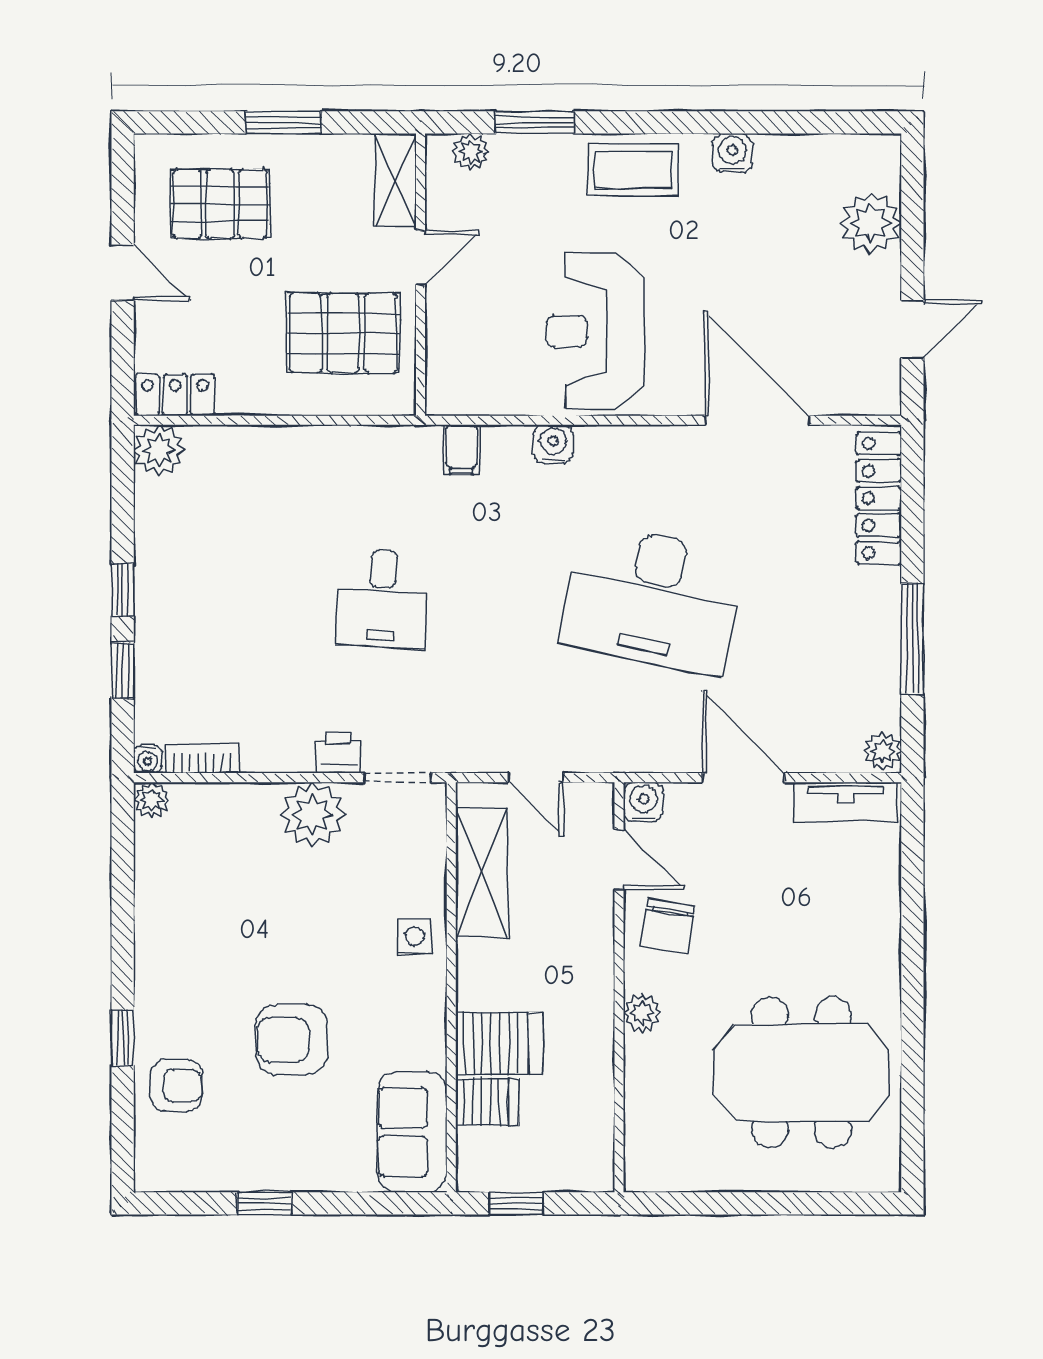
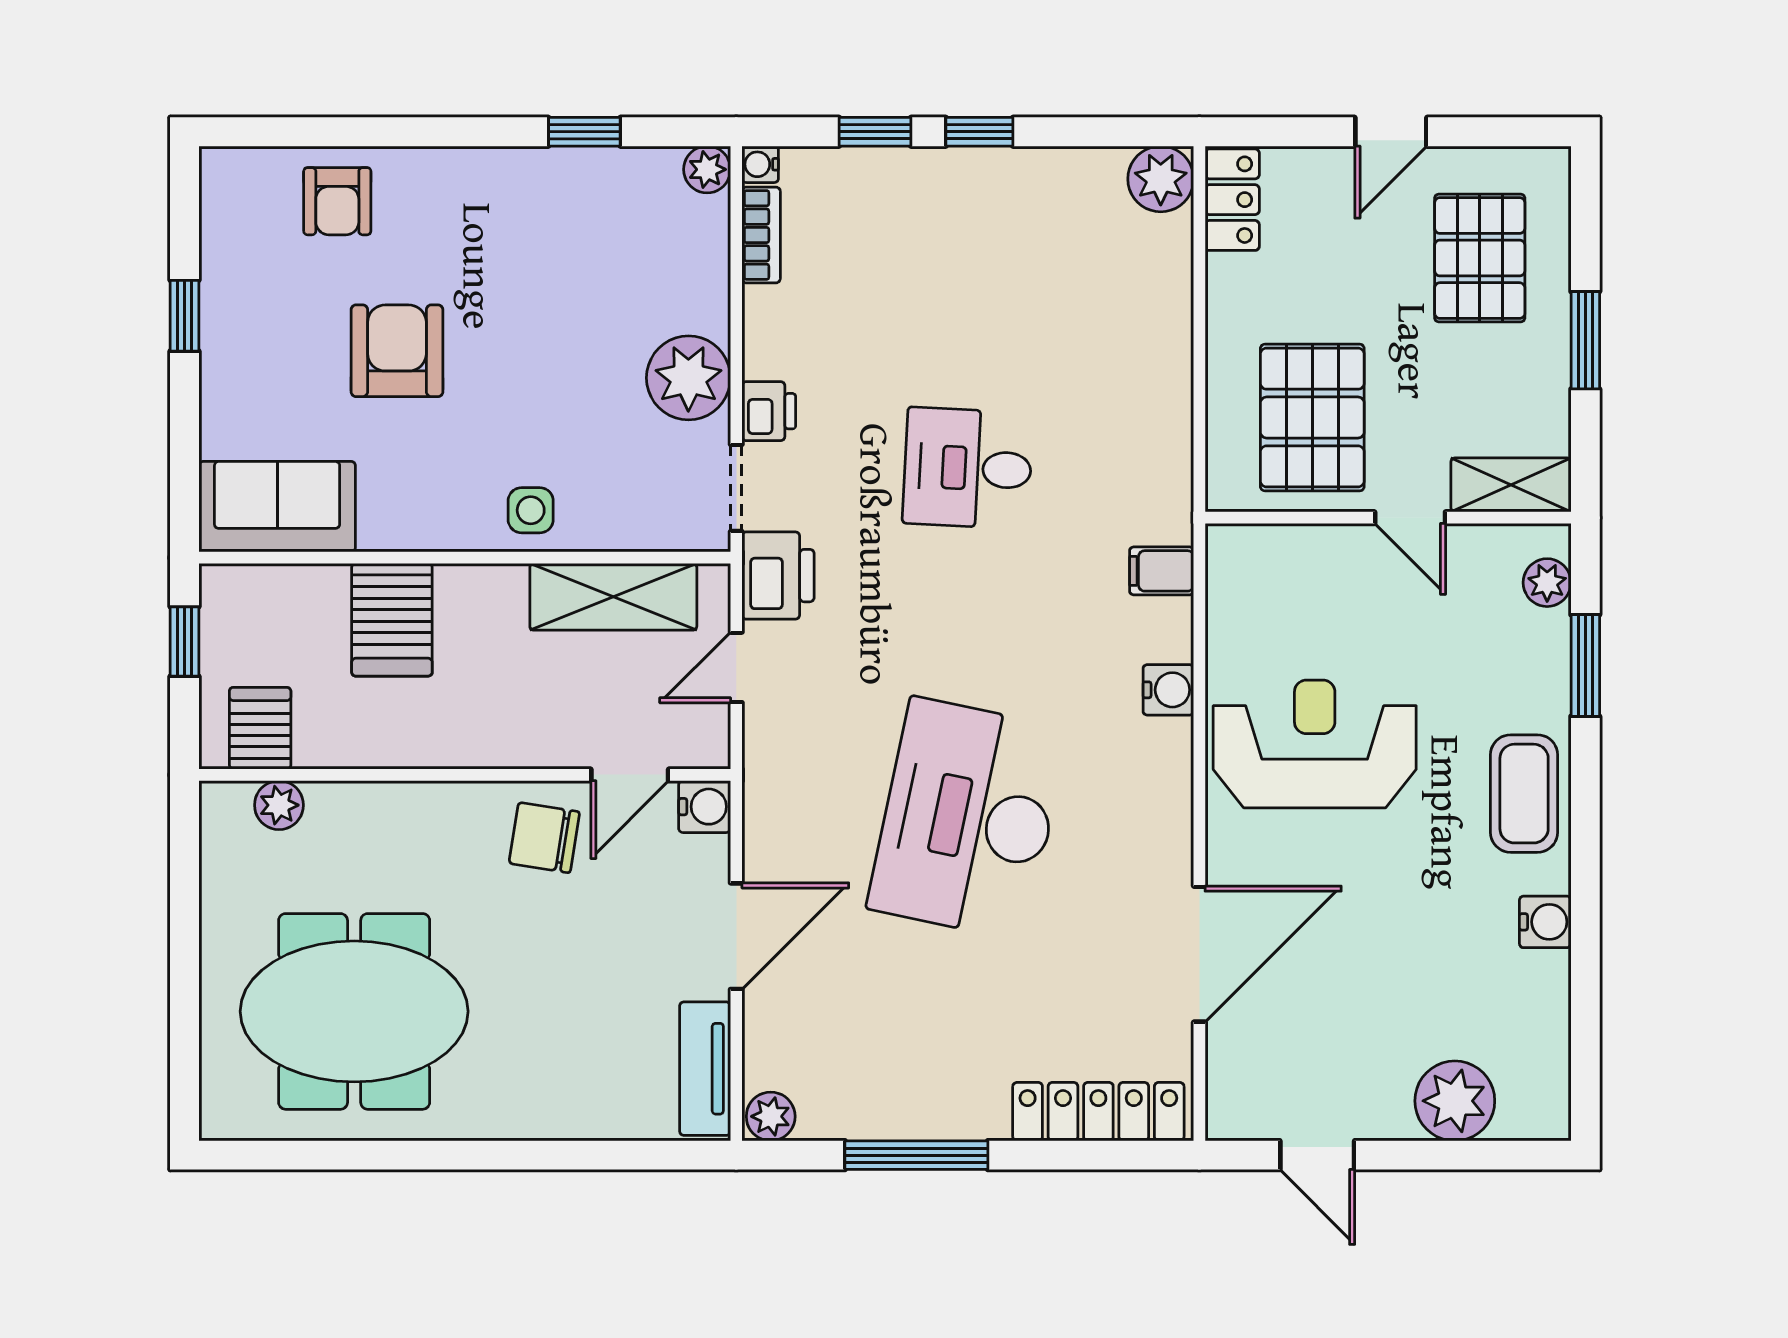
printer: (465, 745) -> (778, 576), added
plant: (642, 1013) -> (279, 805), moved
window: (123, 1038) -> (584, 132), moved
meeting table: (801, 1073) -> (354, 1011), turned 90
server rack: (487, 1102) -> (260, 728), moved, turned 180

